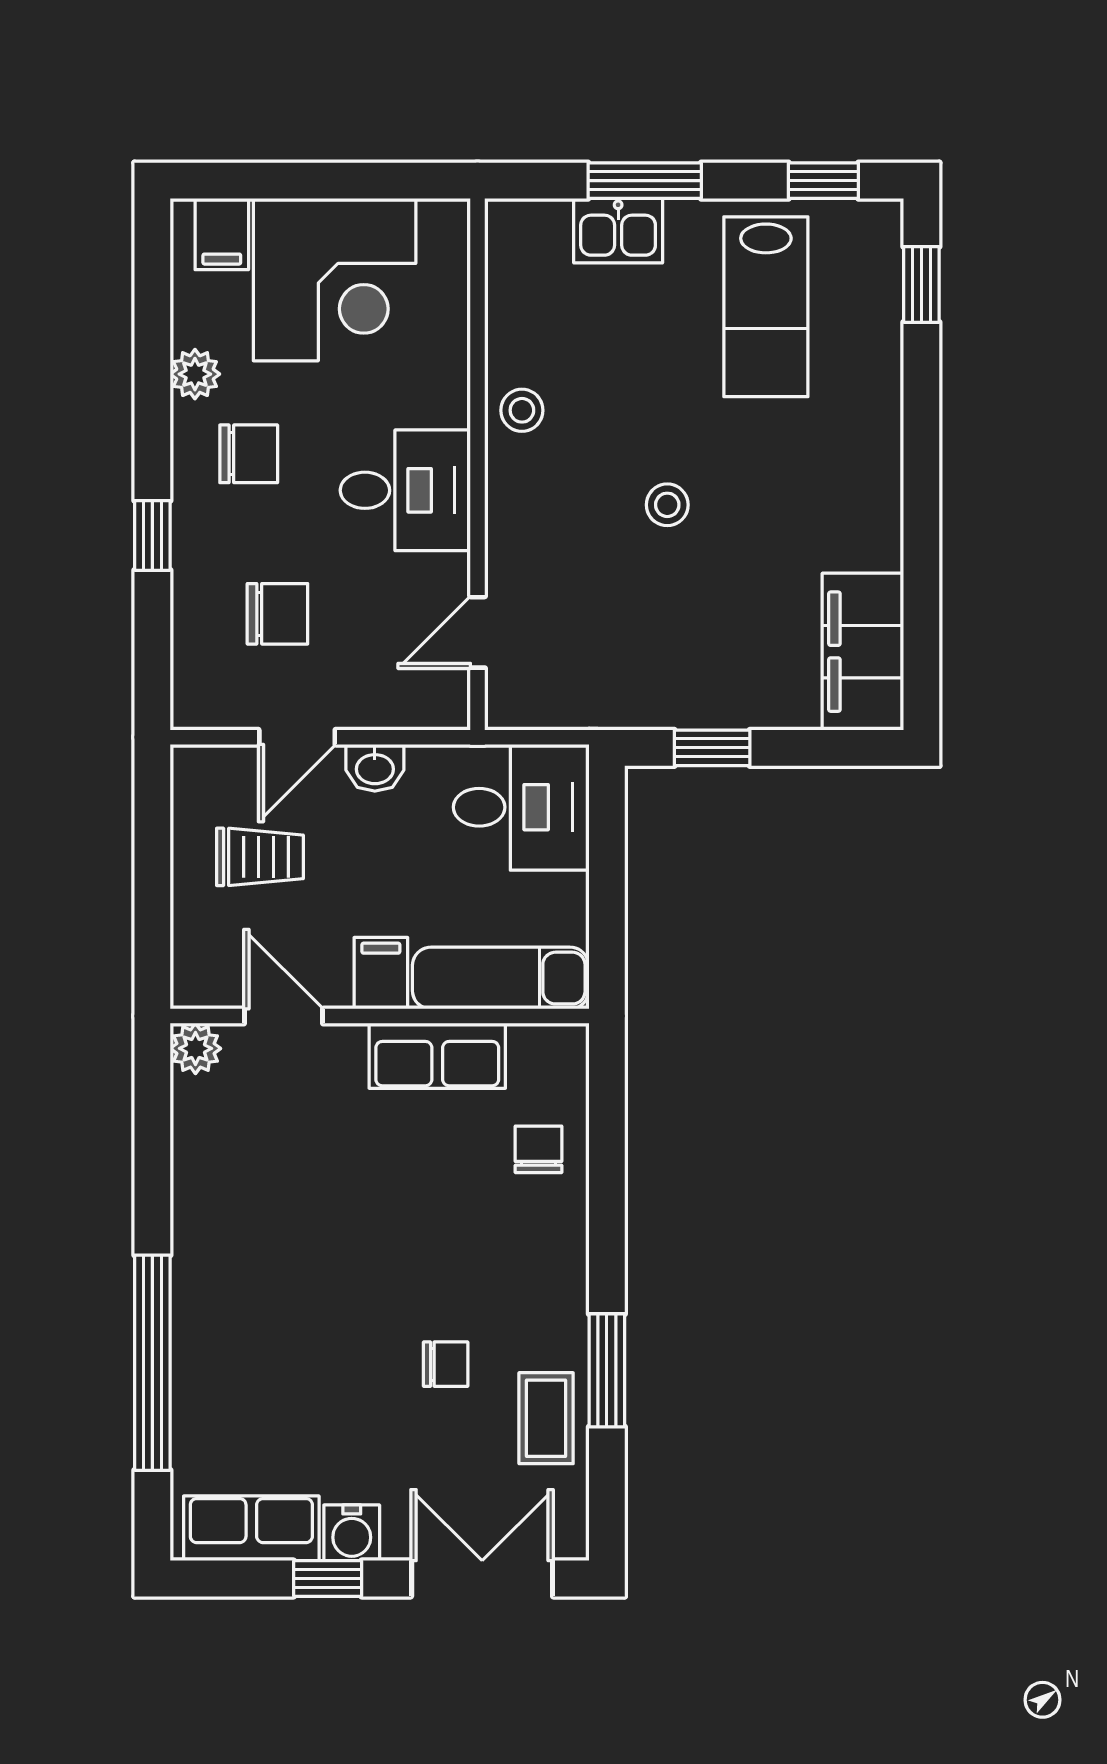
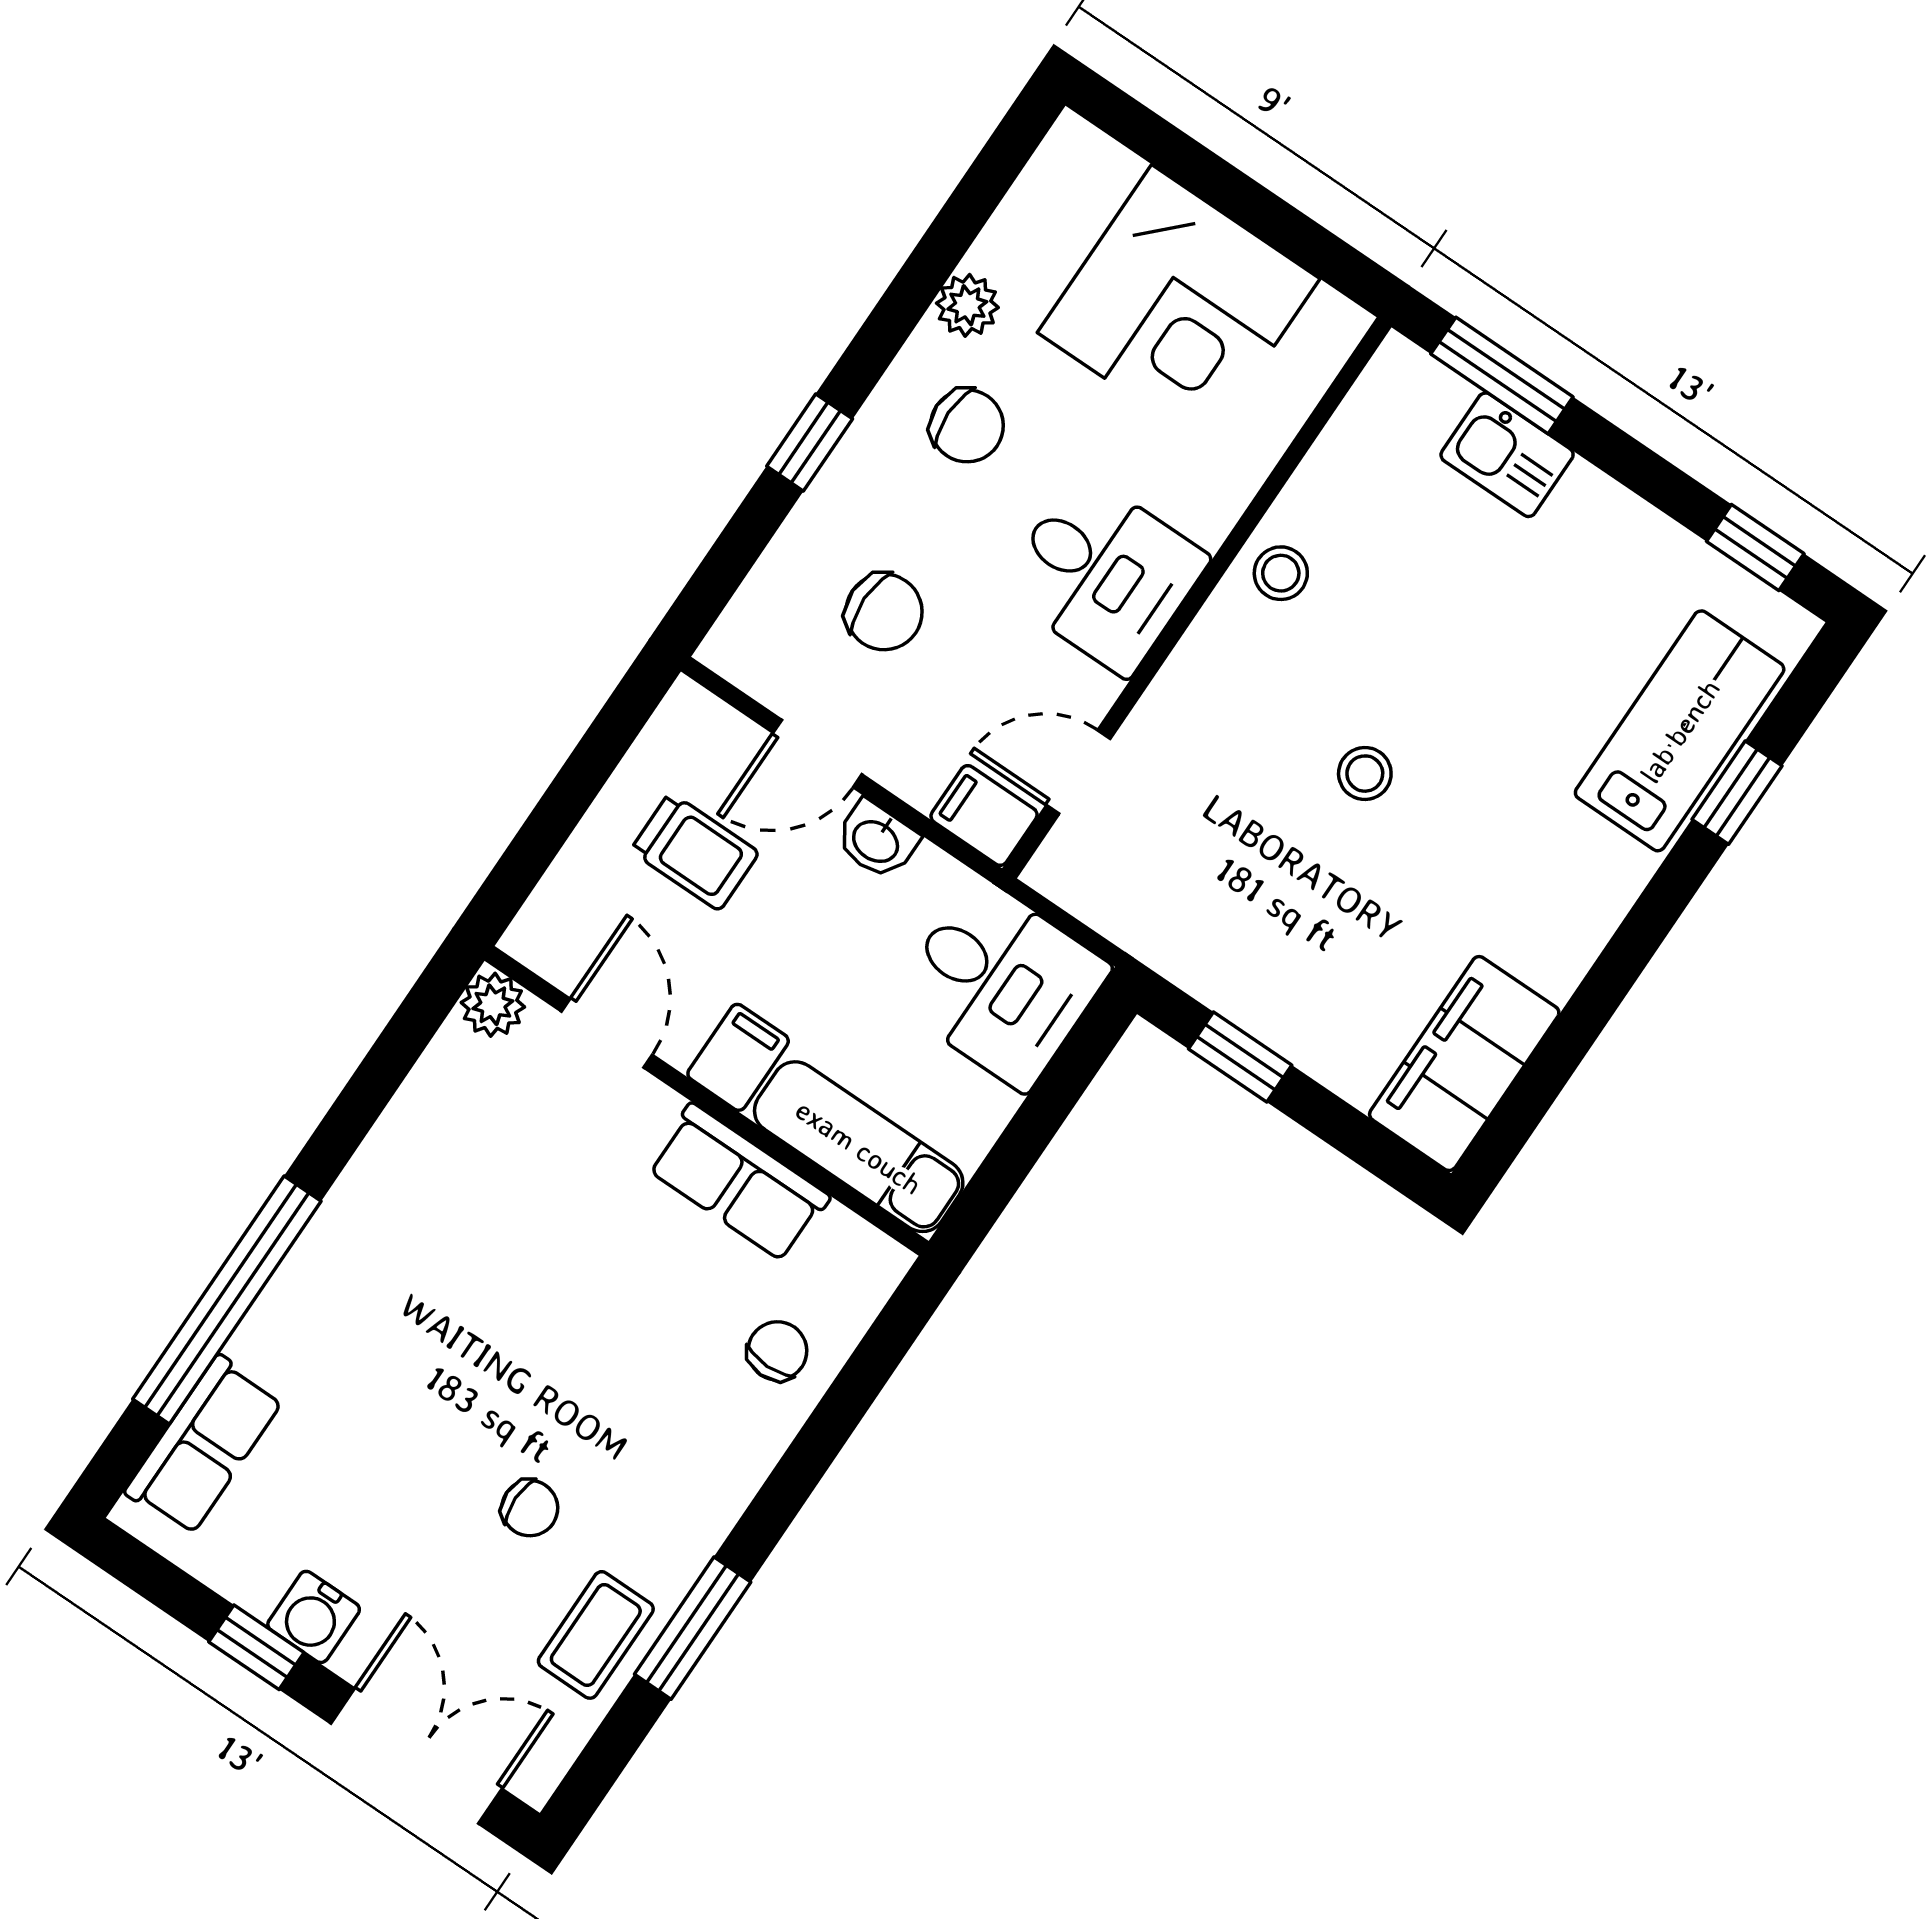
window: (645, 181) -> (1502, 375), moved
filing cabinet: (222, 234) -> (984, 815), moved, turned 90
window: (921, 284) -> (1737, 793), moved
lab bench: (766, 307) -> (1680, 731), moved, turned 180
row of seats: (251, 1528) -> (204, 1445), moved, turned 90

